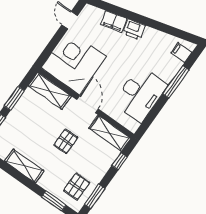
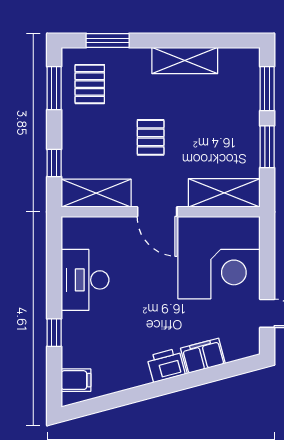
window: (176, 82) -> (54, 333), width x0.46
desk: (140, 94) -> (85, 280), width x0.73, depth x0.77

